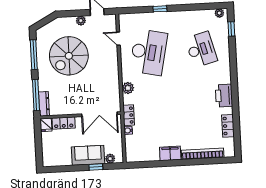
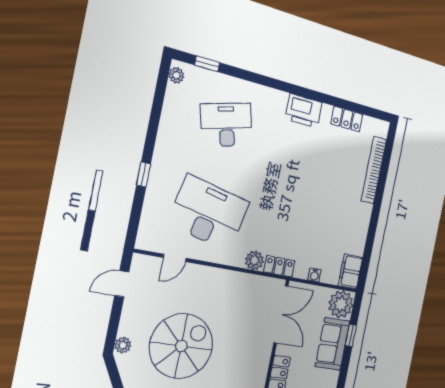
plant: (81, 21) -> (123, 345), moved
spiral stairs: (69, 56) -> (181, 346), turned -90
locker: (129, 115) -> (279, 266), moved
filing cabinet: (170, 153) -> (350, 271), moved
plant: (110, 159) -> (341, 304), width x1.87, depth x1.87

